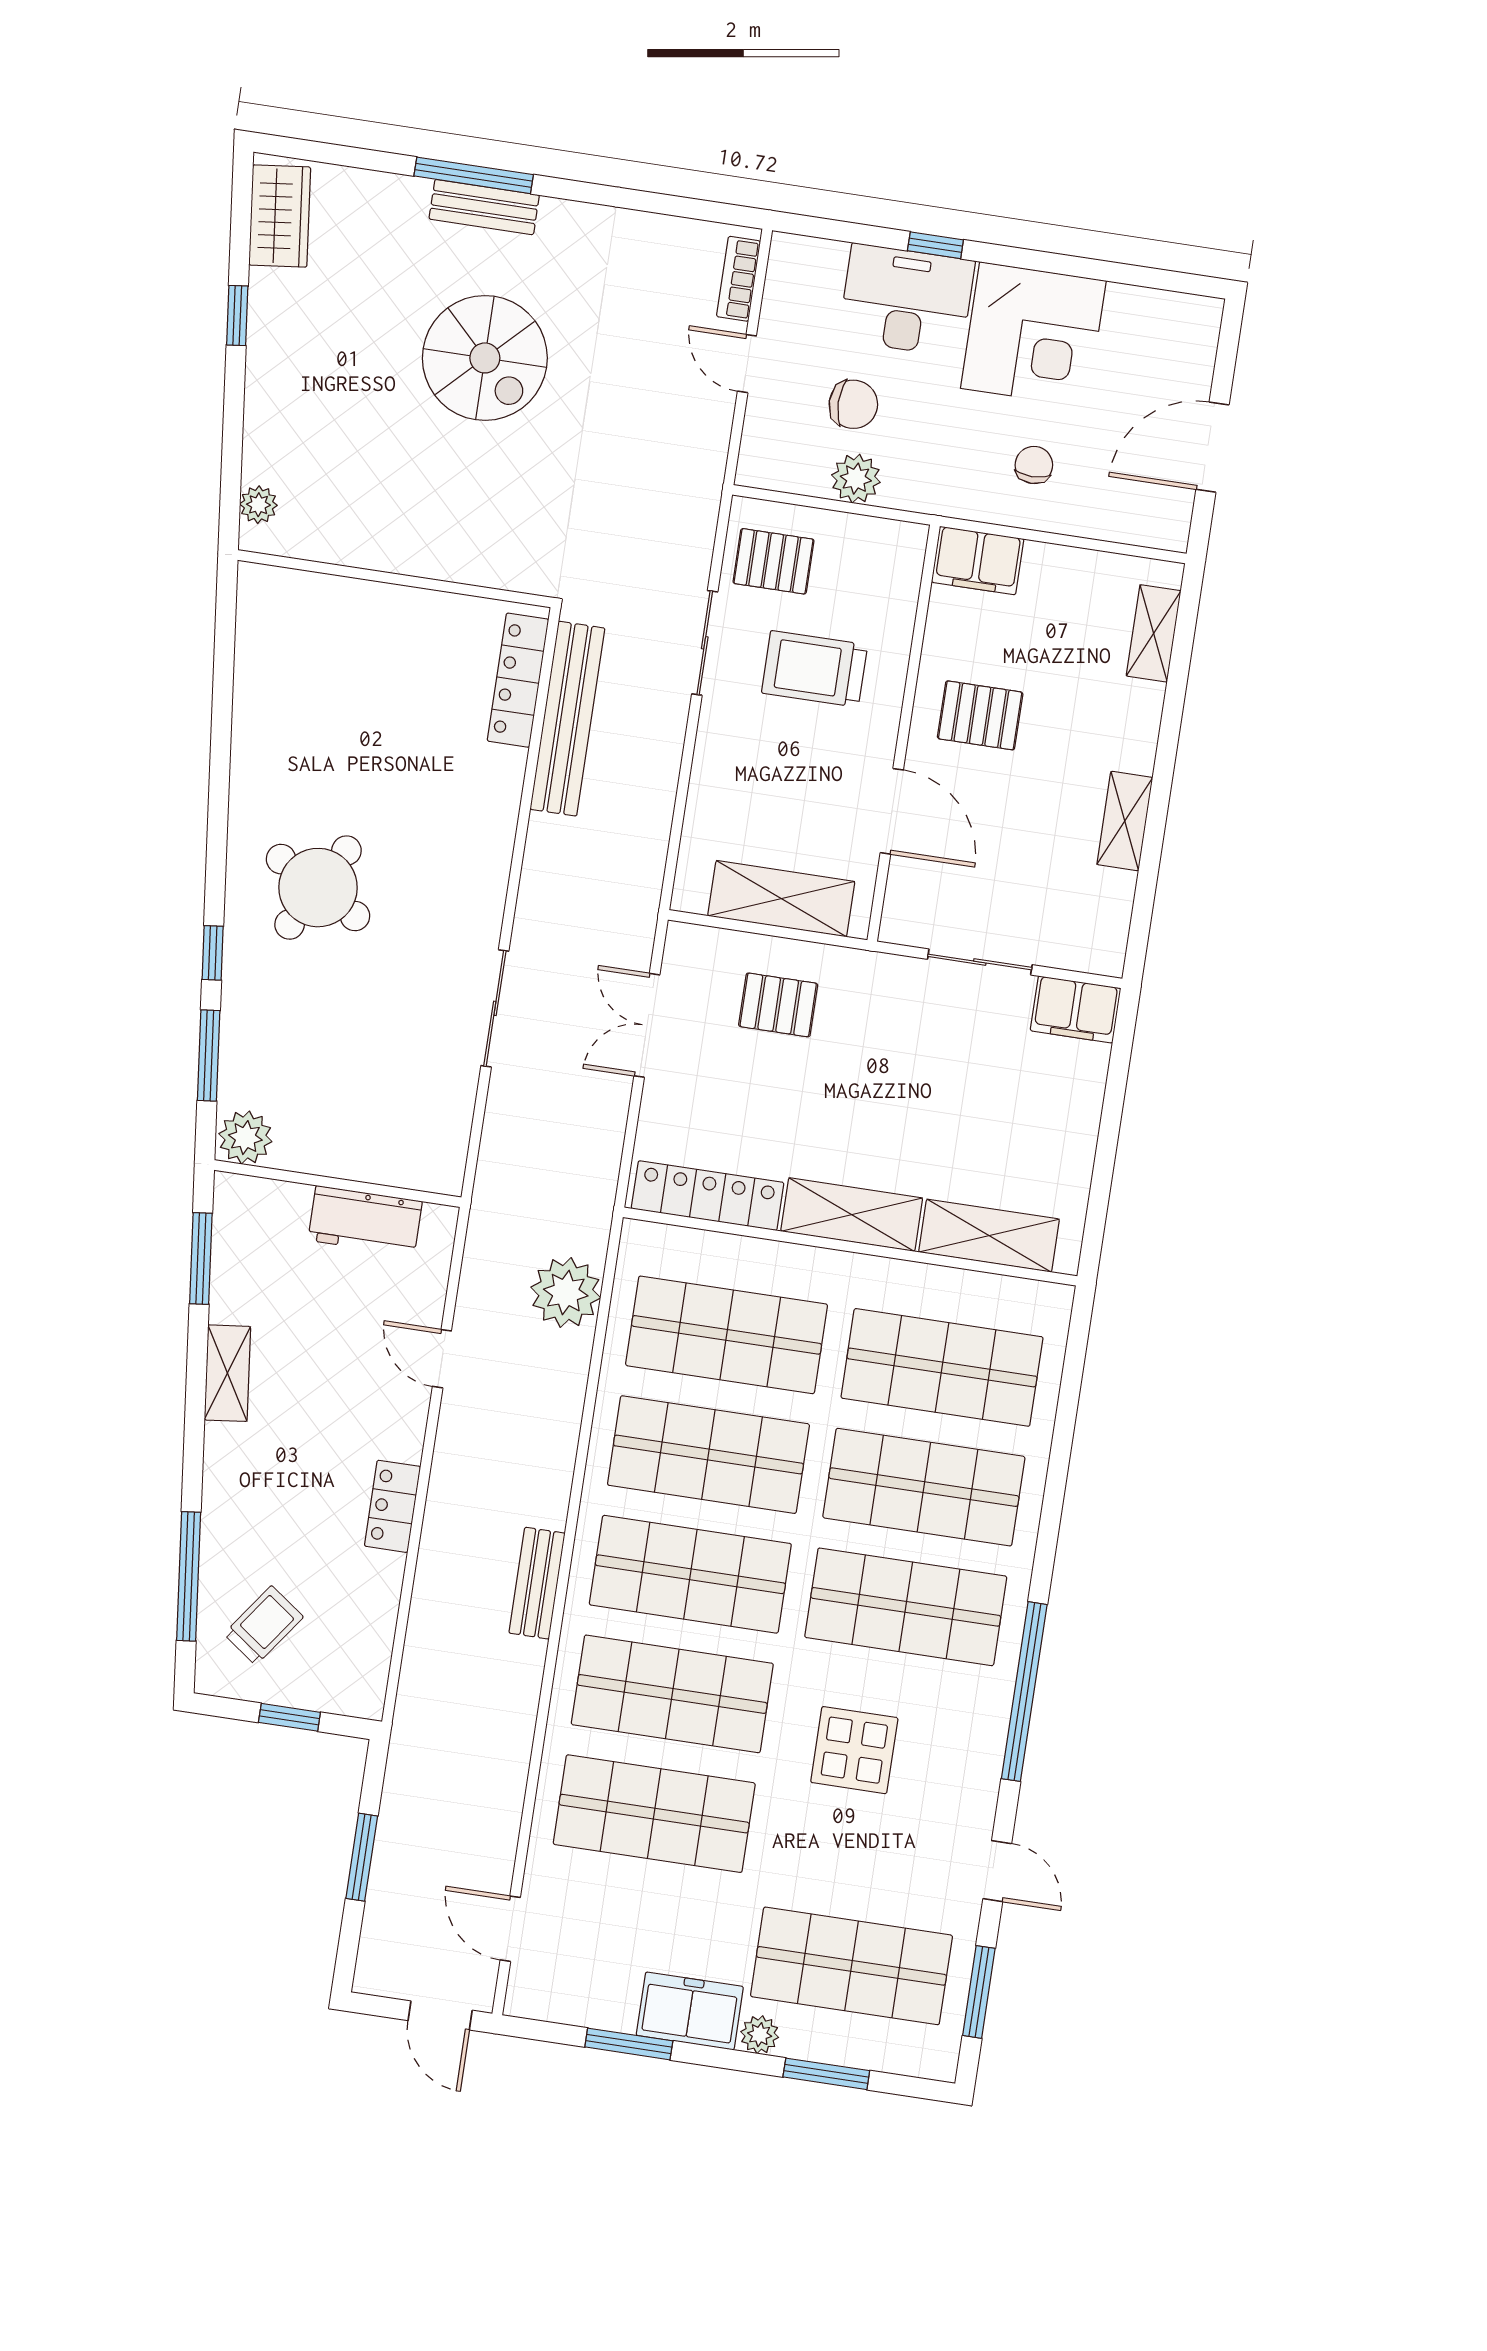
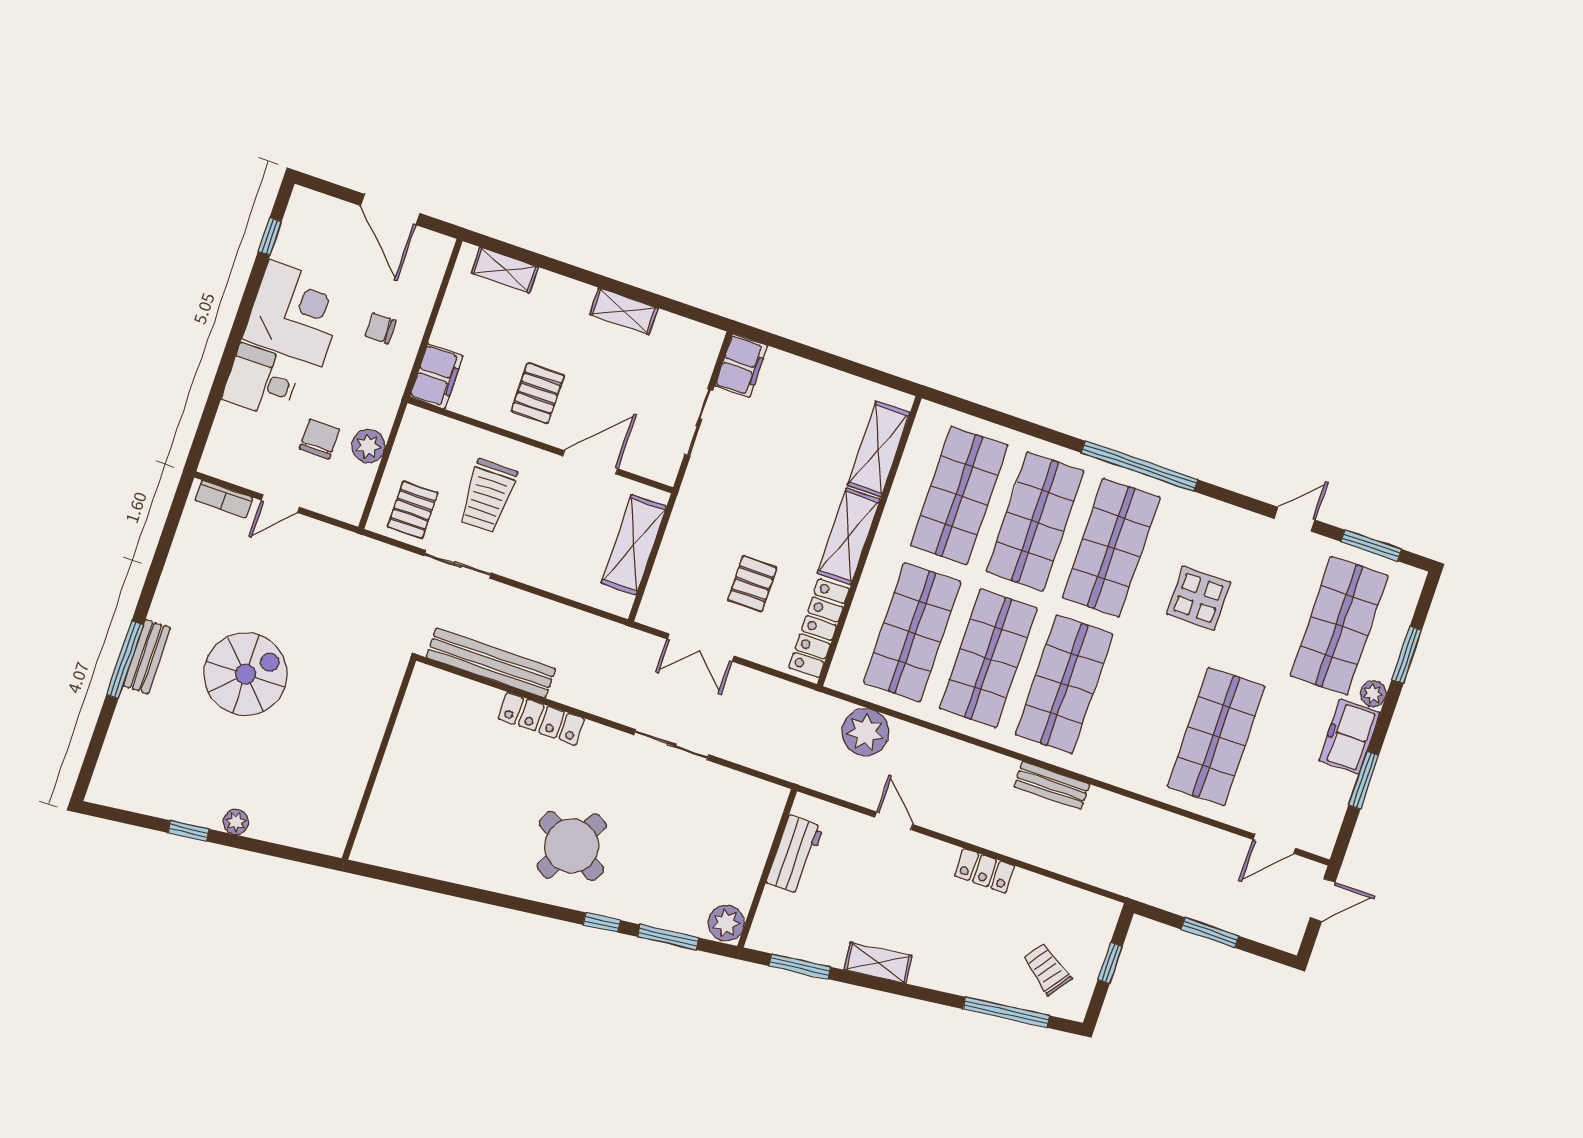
wardrobe: (280, 216) -> (128, 791), removed
window: (935, 245) -> (270, 236), moved
desk: (907, 300) -> (262, 381), width x0.73
plant: (258, 505) -> (236, 822), moved
locker: (518, 680) -> (541, 719), moved
pallet: (778, 1005) -> (752, 584), moved
door: (442, 1359) -> (894, 821), swing flipped
window: (1024, 1692) -> (1139, 466), moved
shop shelf: (672, 1694) -> (1140, 710), removed

